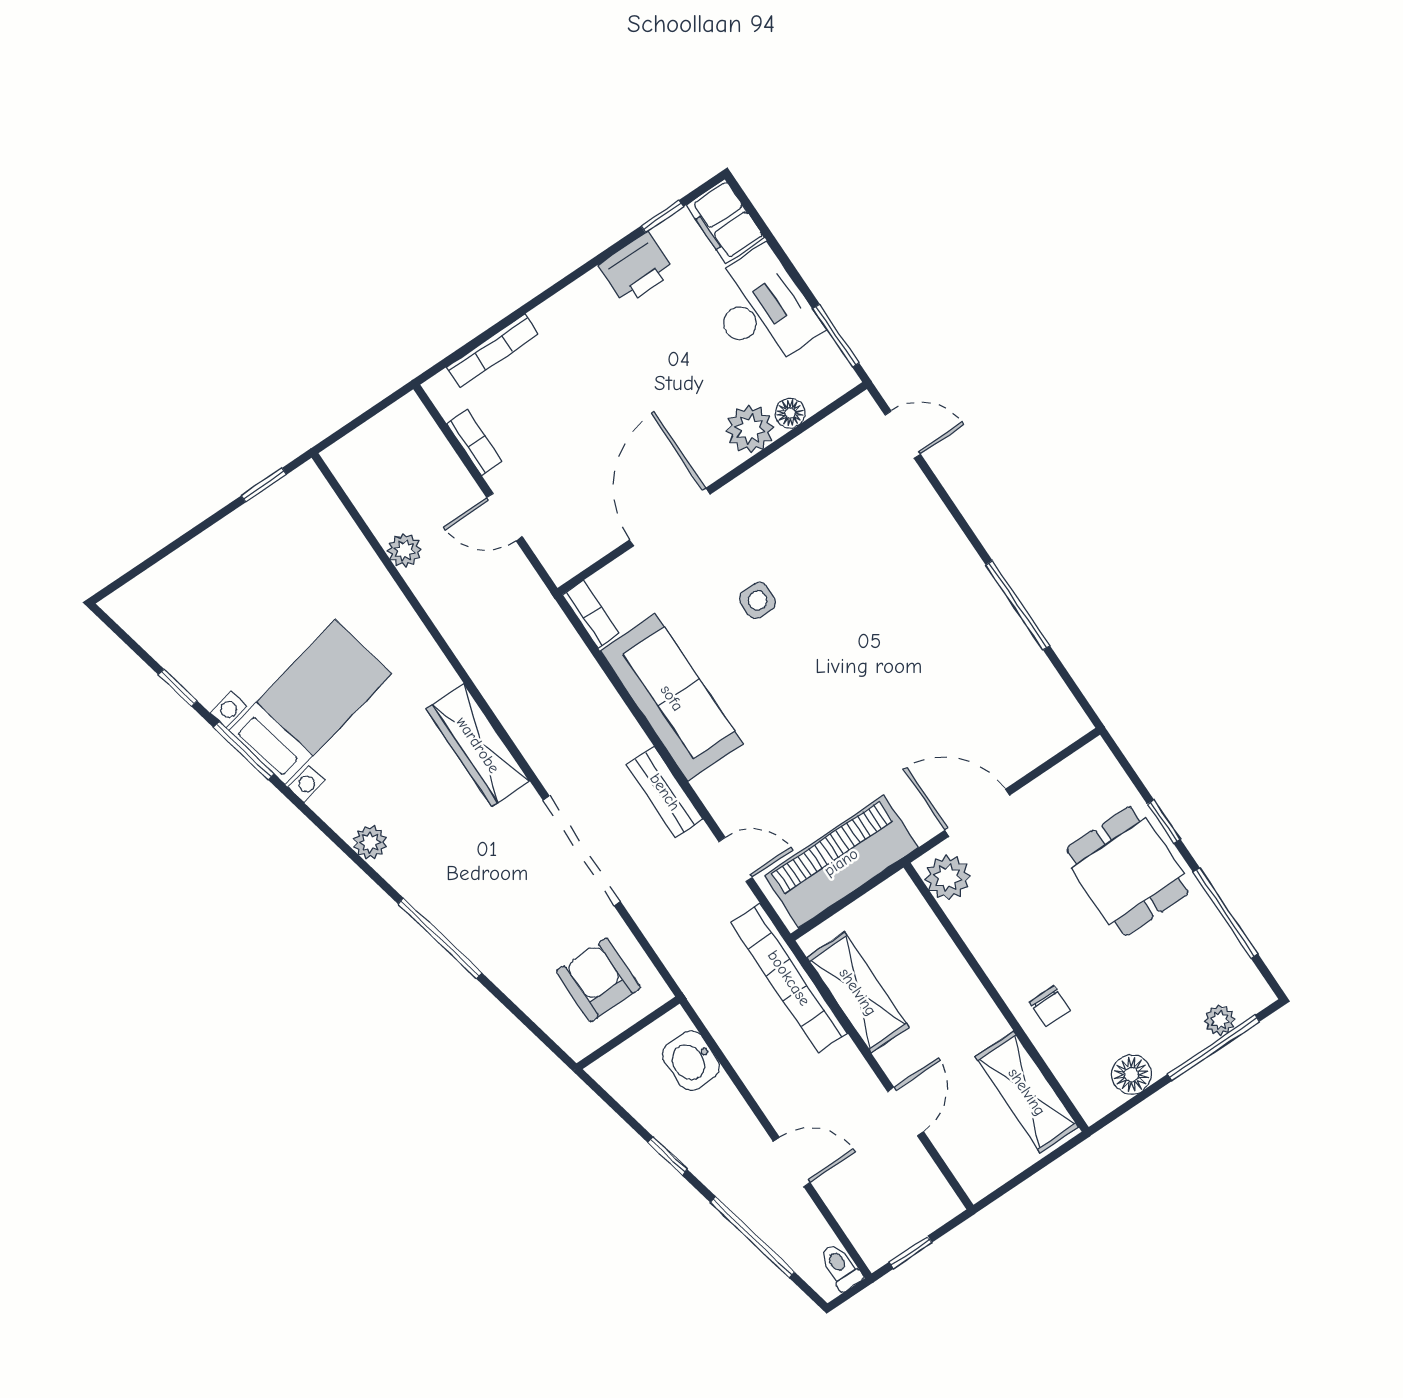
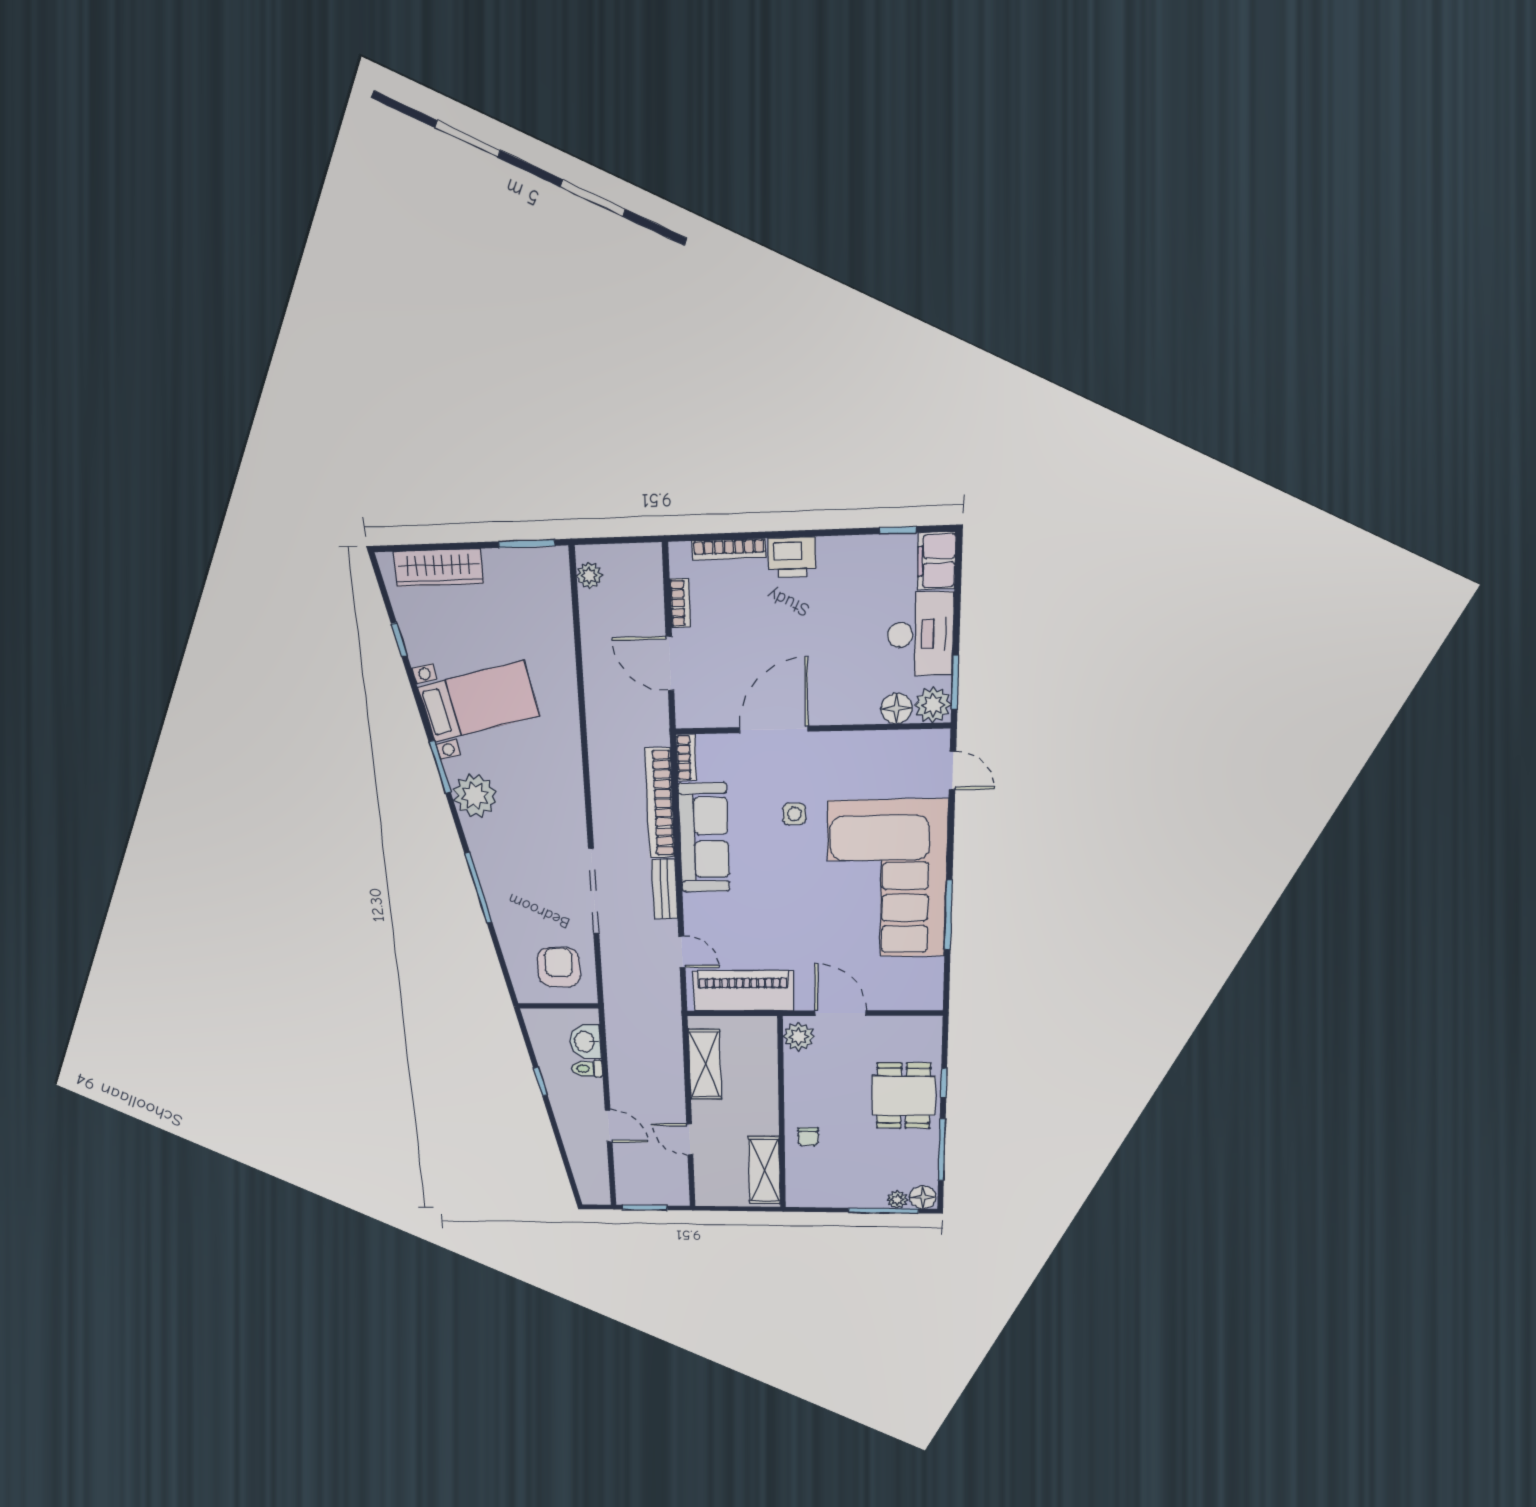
printer: (637, 269) -> (792, 557), moved
floor lamp: (790, 413) -> (897, 709), width x1.37, depth x1.37
plant: (750, 429) -> (933, 705), moved
window: (264, 485) -> (527, 544), width x1.50
door: (505, 517) -> (670, 663), width x1.38
plant: (404, 550) -> (589, 576), moved
corner sofa: (917, 609) -> (887, 879), added
wardrobe: (478, 745) -> (438, 568), moved, turned -90
window: (244, 751) -> (440, 767), moved
plant: (370, 843) -> (475, 796), width x1.88, depth x1.88
bookcase: (789, 978) -> (660, 803), moved
floor lamp: (1131, 1075) -> (923, 1197), moved
door: (906, 1112) -> (690, 1139), swing flipped
window: (753, 1237) -> (562, 1149), removed
window: (911, 1252) -> (645, 1208), width x1.50
toilet: (841, 1267) -> (587, 1069), moved, turned -90

